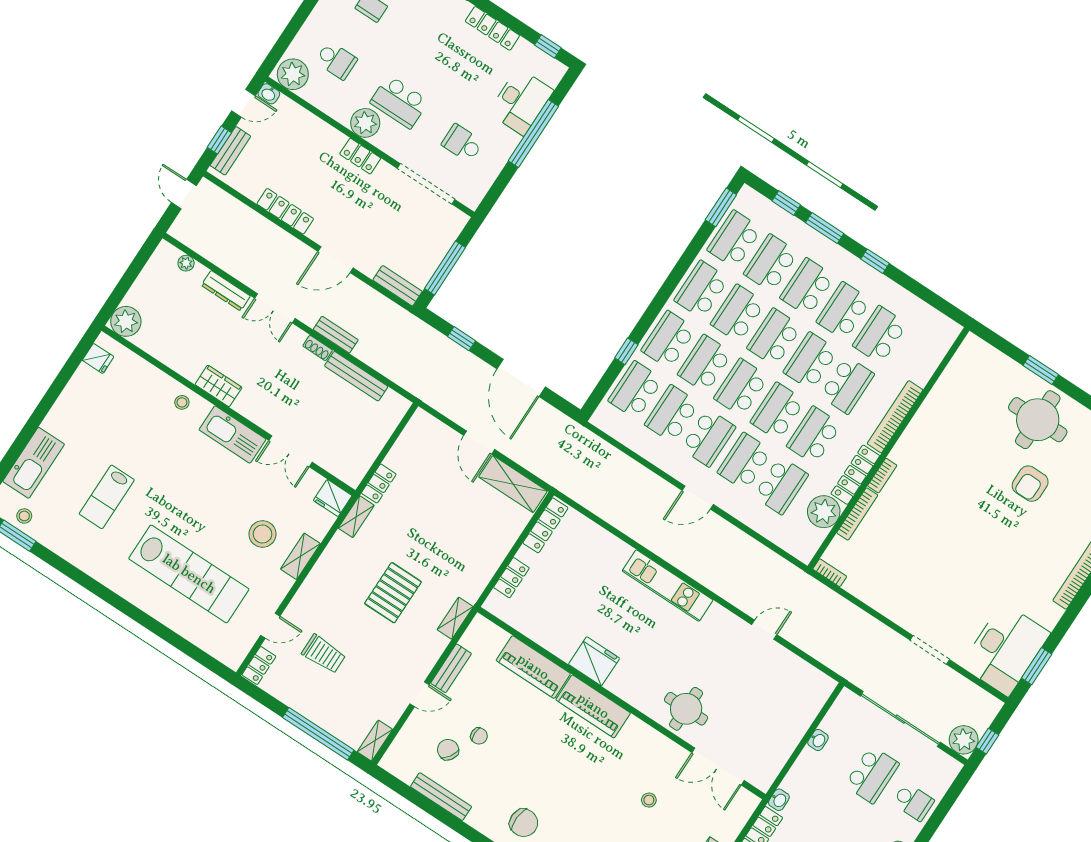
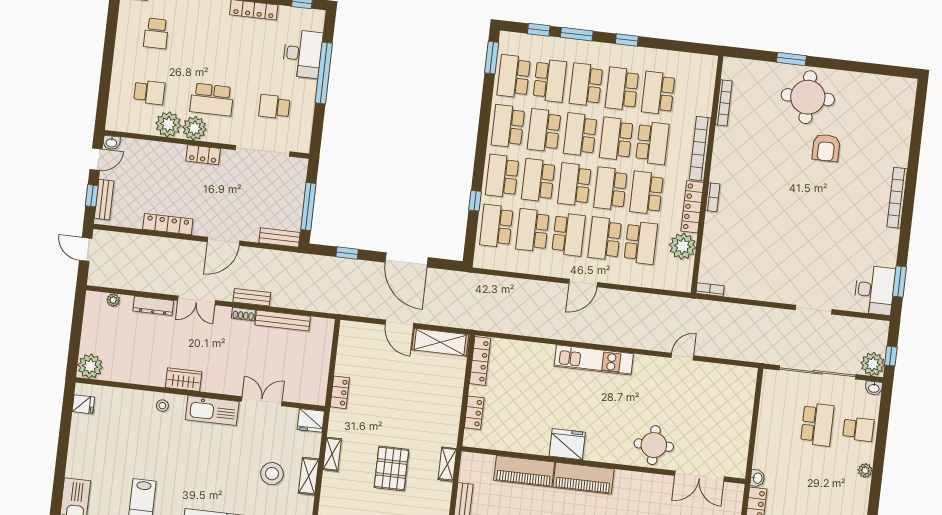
plant: (293, 74) -> (168, 124), moved
school desk: (771, 263) -> (550, 81), turned 180
double door: (290, 451) -> (262, 401), swing flipped
bookcase: (857, 514) -> (724, 103), moved
shelving: (356, 517) -> (332, 454), moved
desk: (1005, 649) -> (874, 290), width x0.73, depth x0.77
washbasin: (818, 740) -> (874, 388), moved, turned 90

